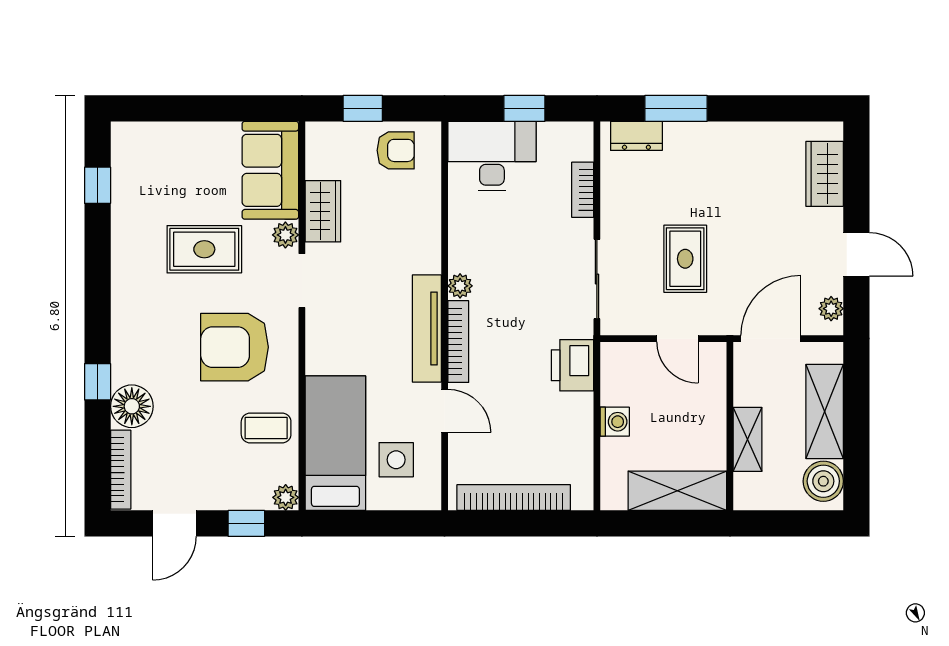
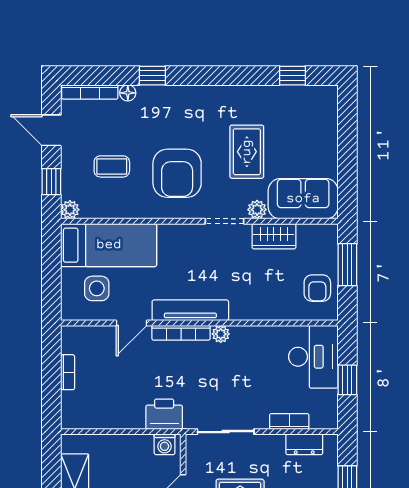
window: (363, 108) -> (347, 265), width x1.50
dresser: (636, 136) -> (304, 444), moved, turned -90
armchair: (235, 347) -> (177, 173), turned 180
floor lamp: (132, 406) -> (128, 93), width x0.53, depth x0.53
washing machine: (615, 422) -> (165, 444), moved
coffee table: (266, 428) -> (112, 166), moved, turned 90
bookcase: (514, 498) -> (68, 372), width x0.43, depth x0.76

